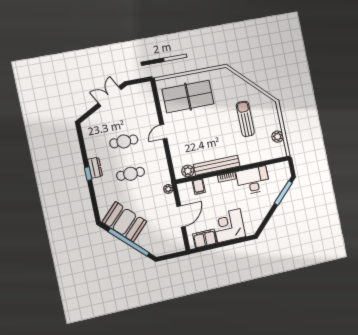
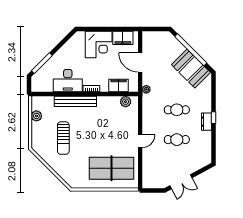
bench: (217, 165) -> (75, 101), moved
filing cabinet: (199, 187) -> (119, 86), width x2.00
door: (181, 216) -> (140, 62), hinge flipped

